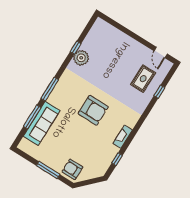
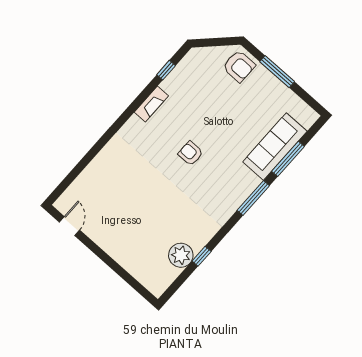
plant: (81, 58) -> (181, 255), moved
rug: (143, 79) -> (104, 190), removed
window: (159, 92) -> (82, 165), removed
armchair: (93, 110) -> (191, 153), width x0.53, depth x0.53

